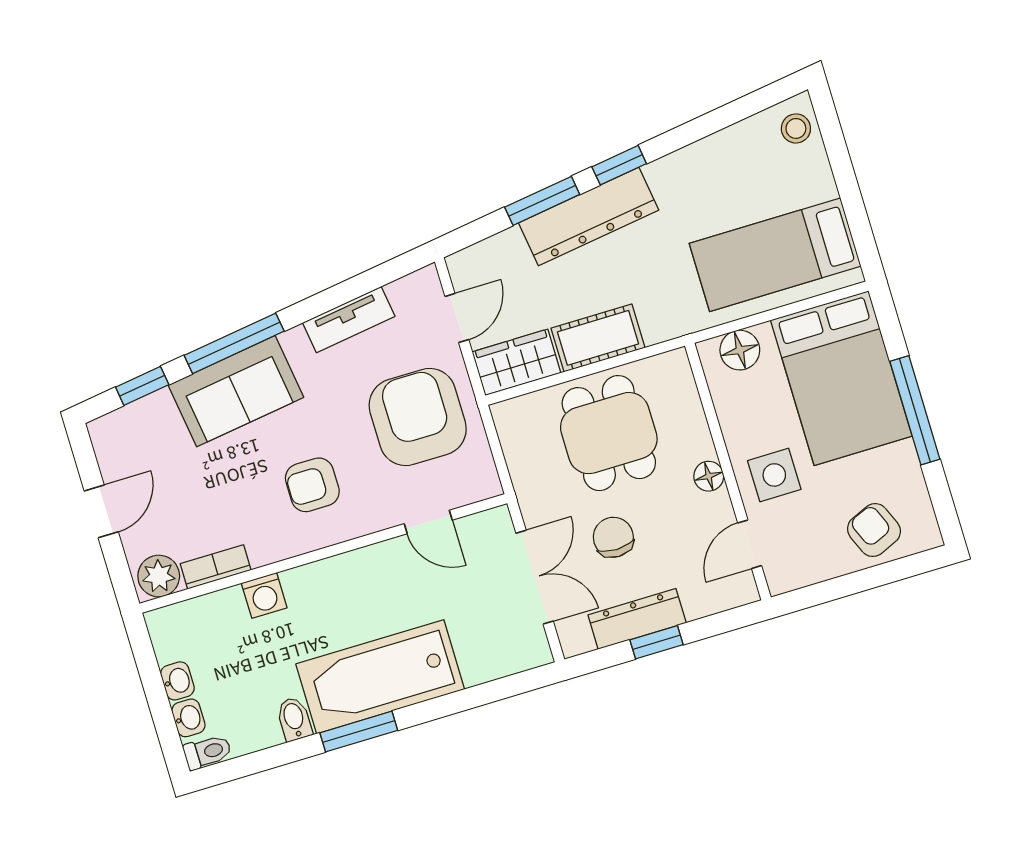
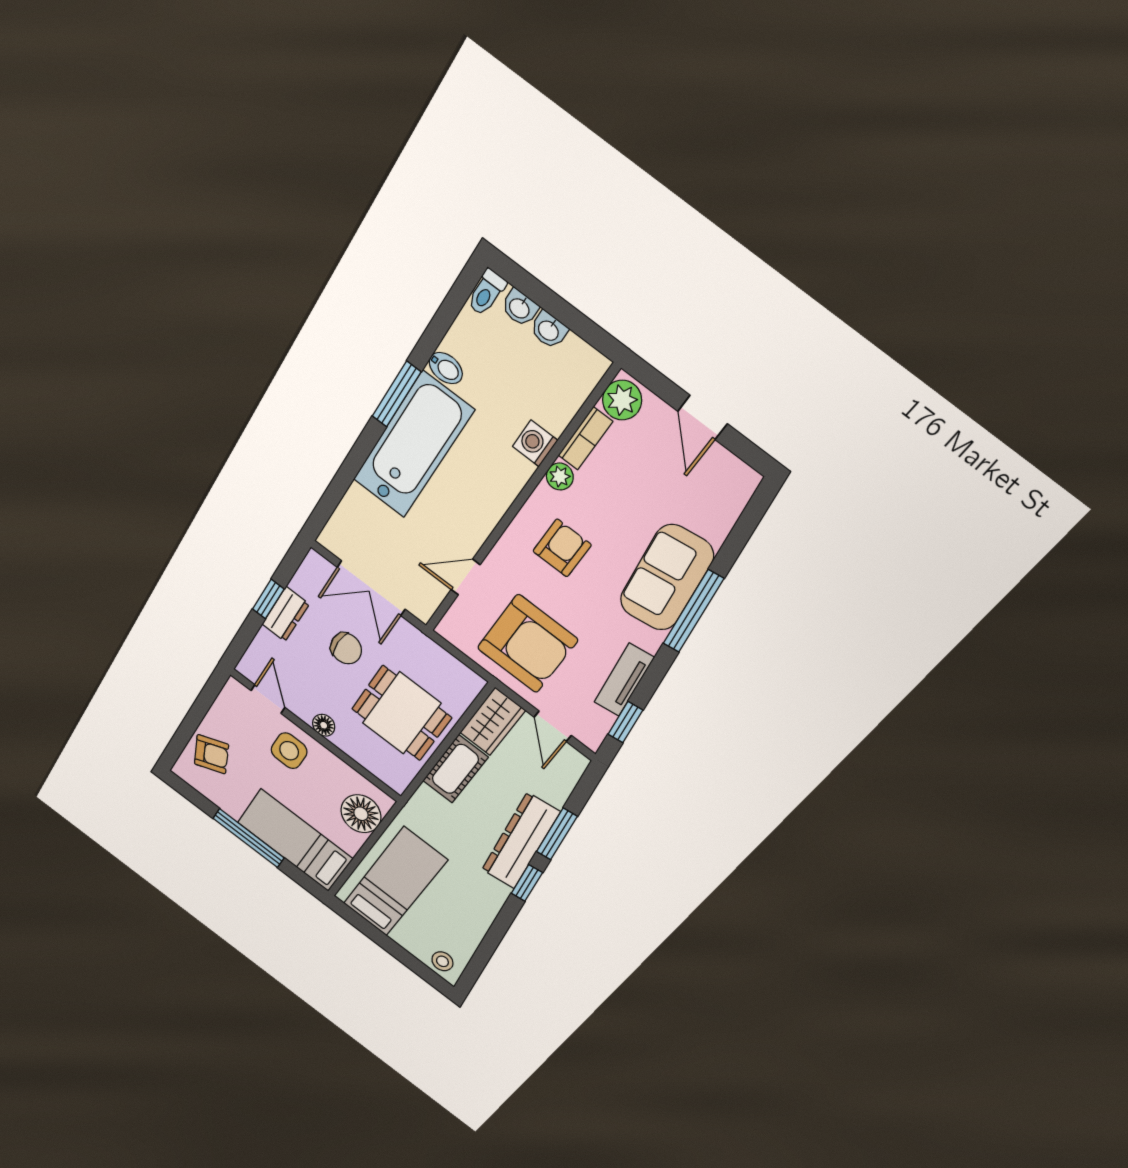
floor lamp: (740, 350) -> (361, 814), width x1.38, depth x1.38
bed: (841, 378) -> (295, 840), width x0.67
window: (142, 386) -> (625, 722), moved
plant: (264, 550) -> (560, 477), added
dresser: (637, 619) -> (286, 614), width x0.70

